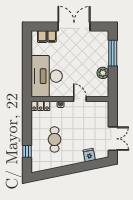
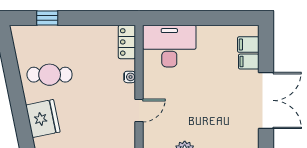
desk: (47, 76) -> (169, 46), width x0.73, depth x0.77
cafe table: (55, 139) -> (50, 75), moved
fridge: (89, 155) -> (43, 119), width x1.88, depth x1.34

